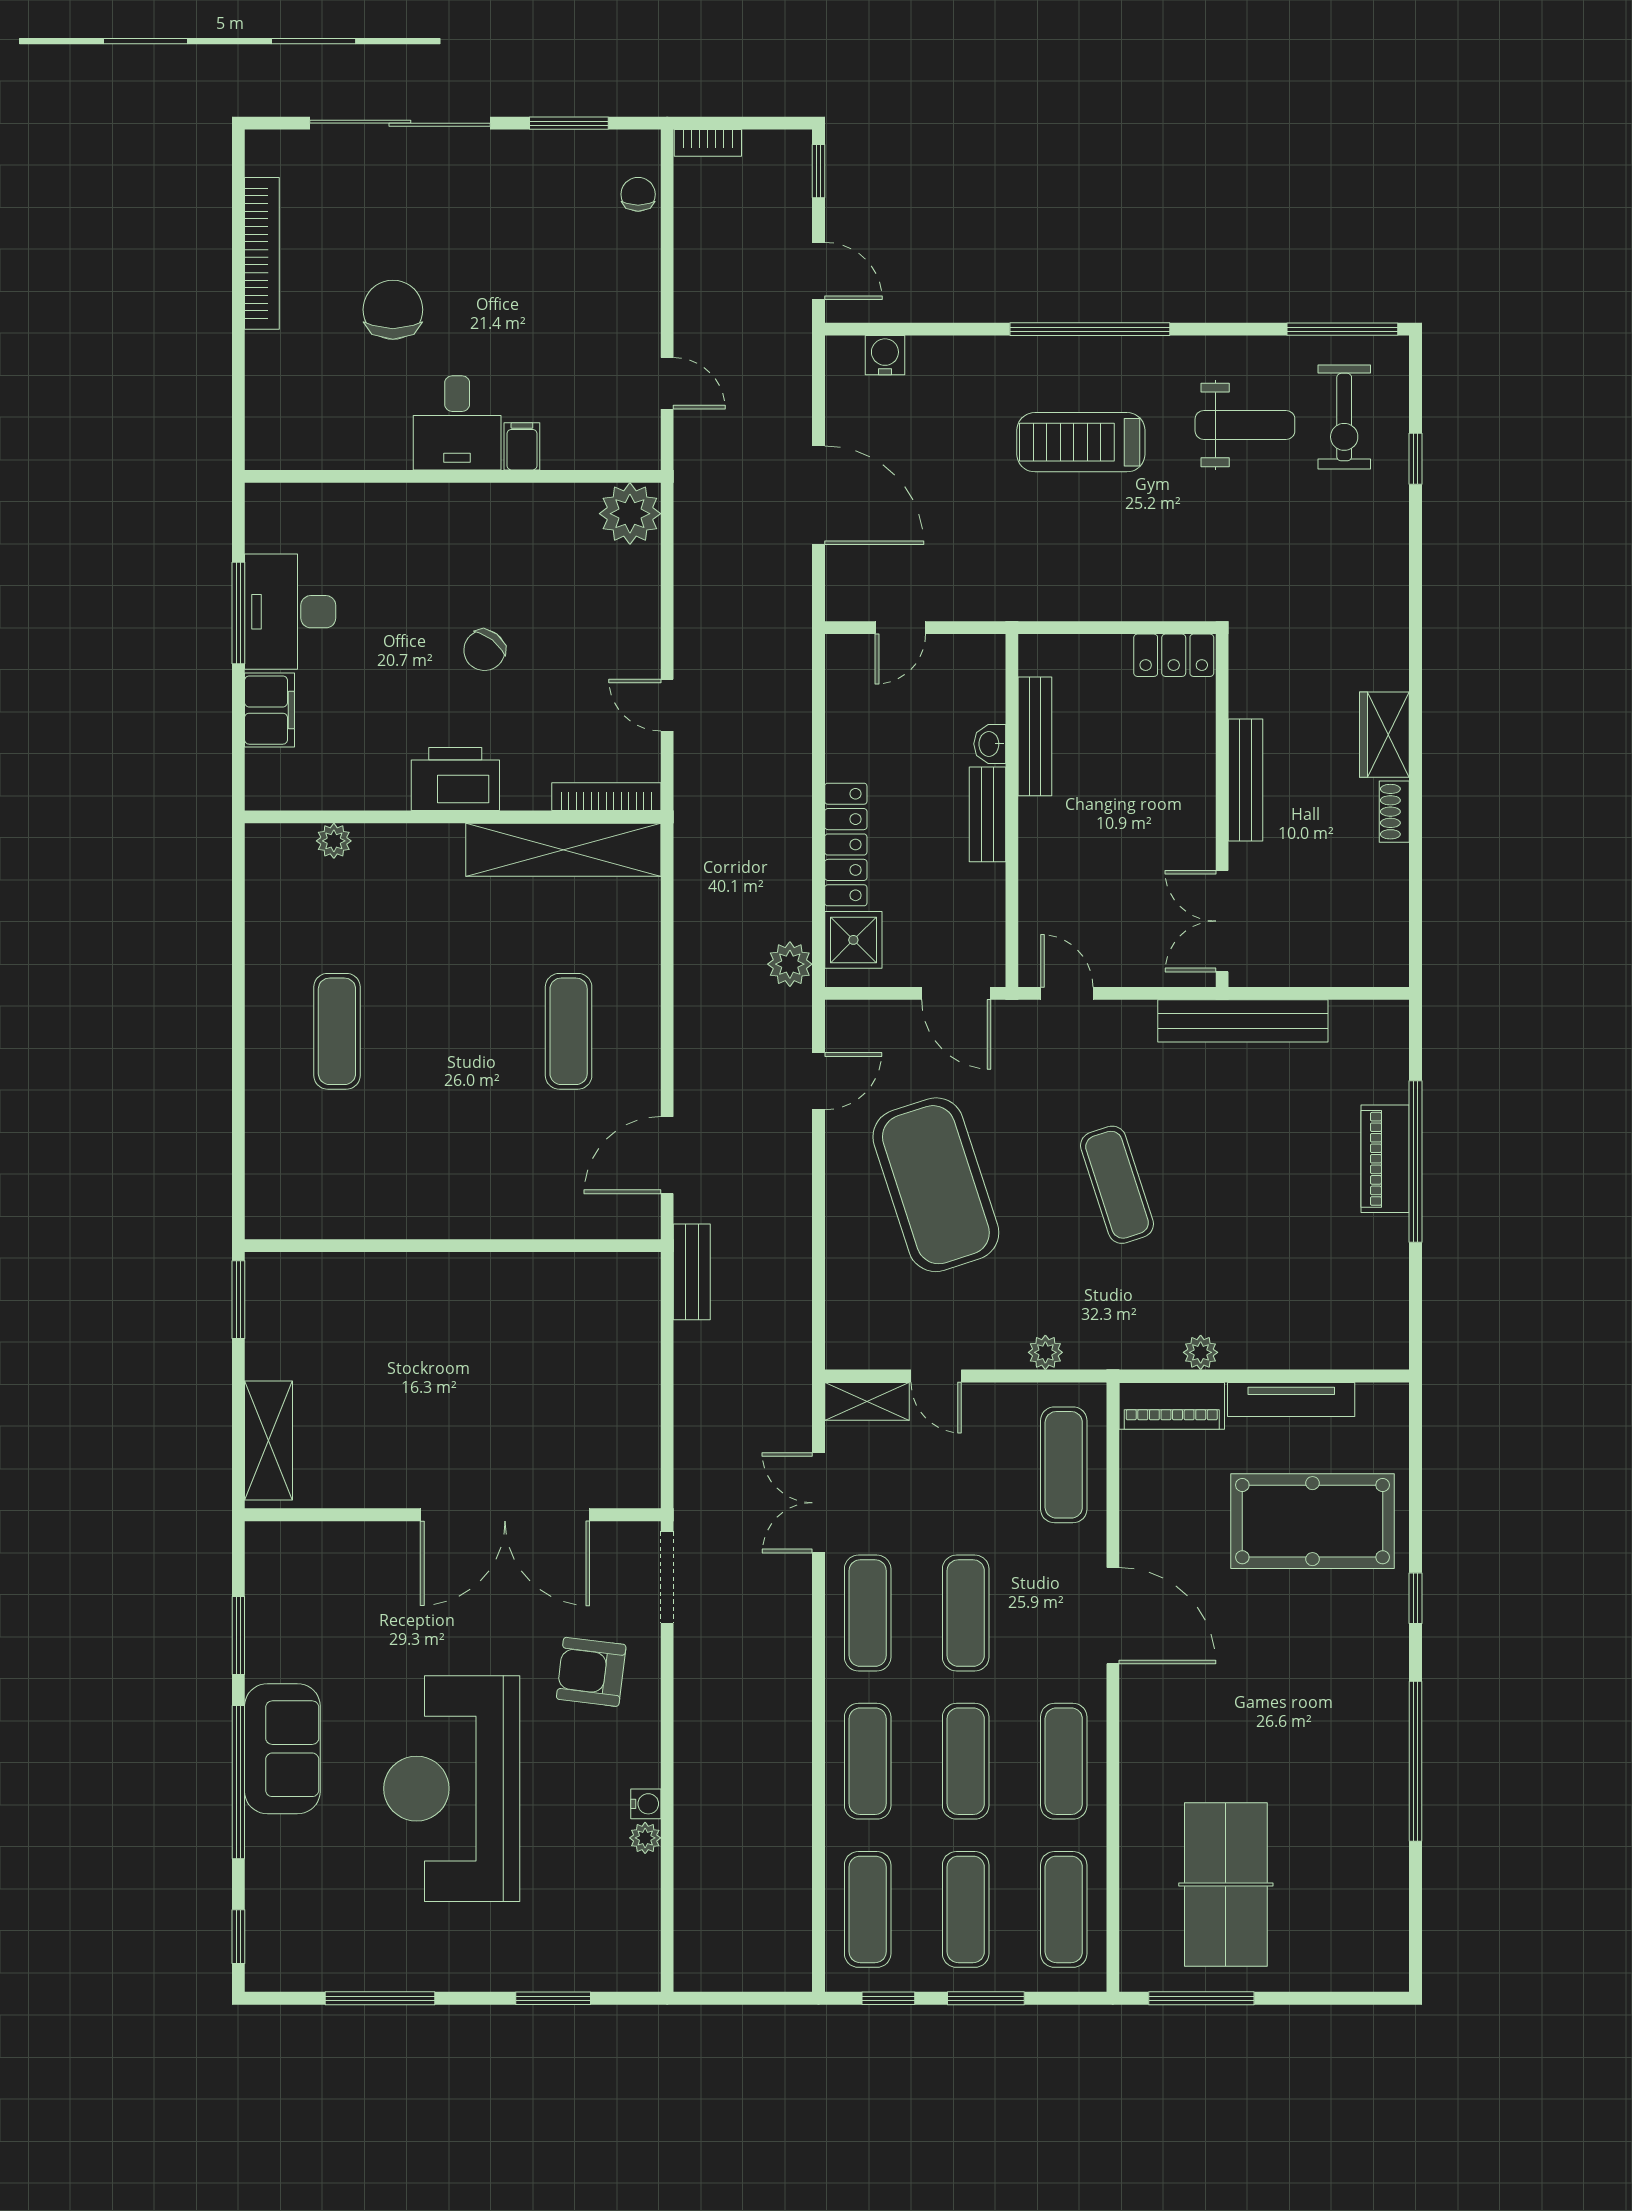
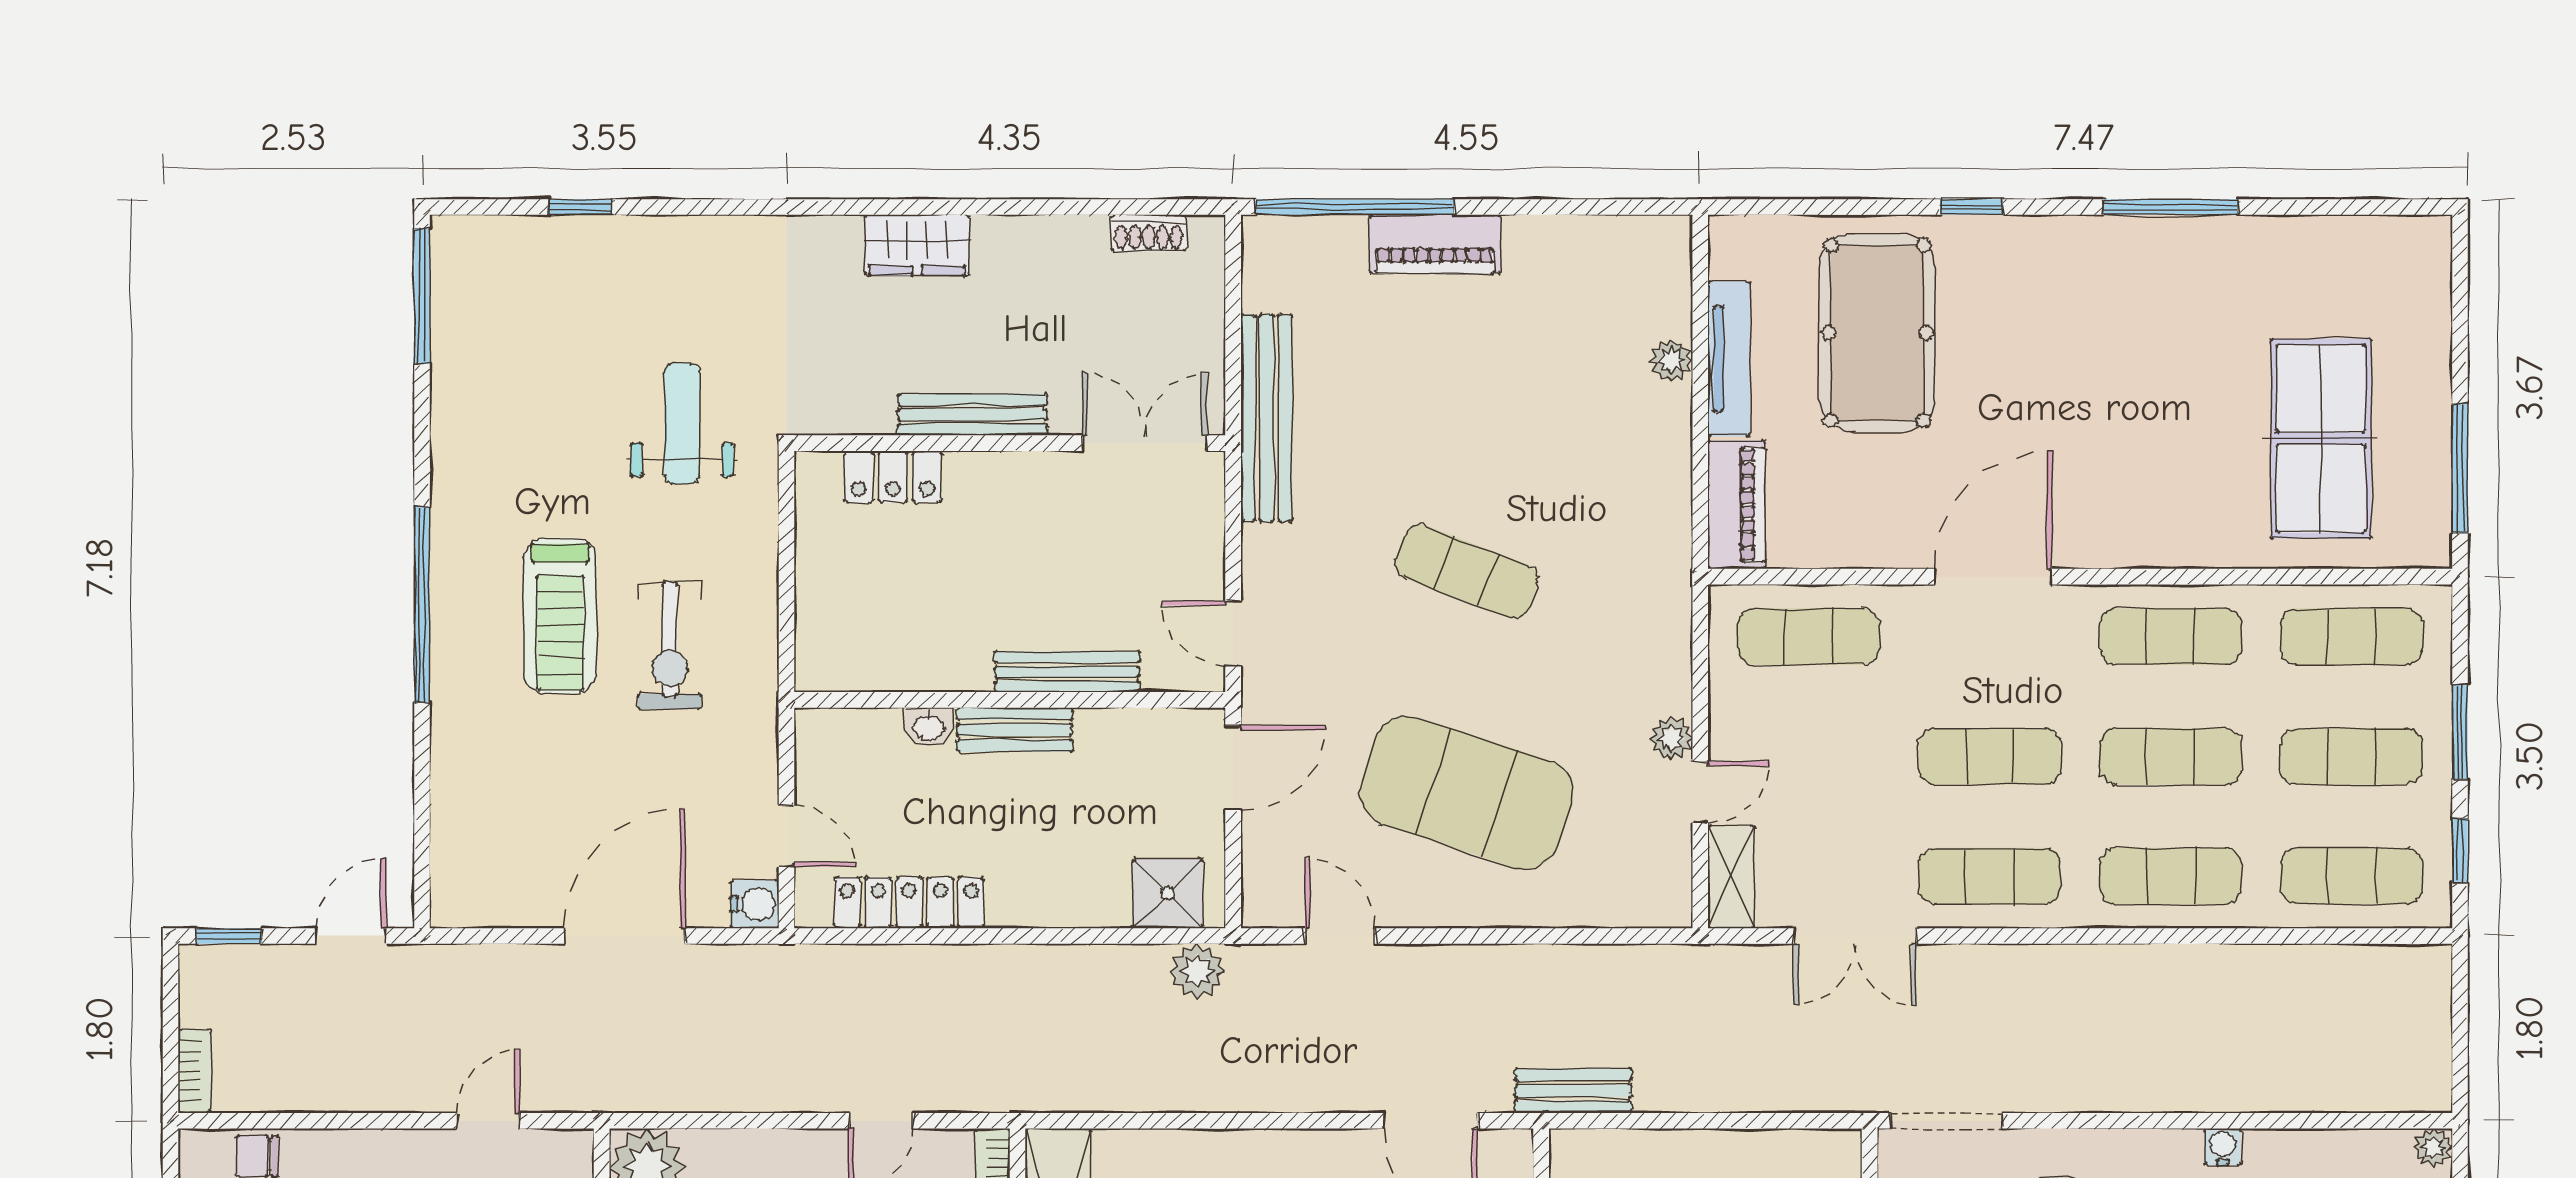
water cooler: (885, 355) -> (755, 904), moved, turned 180
exercise bike: (1344, 417) -> (670, 645), moved, turned 90
weight bench: (1245, 425) -> (682, 423), moved
locker: (1174, 655) -> (893, 477), moved, turned 90
bench: (1035, 736) -> (1067, 672), moved
shoe rack: (1394, 812) -> (1149, 233), moved
locker: (846, 845) -> (909, 903), moved
double door: (1222, 921) -> (1145, 443), swing flipped
door: (1067, 993) -> (1233, 633), hinge flipped
window: (1416, 1161) -> (1355, 207), moved
exercise mat: (936, 1185) -> (1467, 793), turned 36
exercise mat: (1117, 1185) -> (1467, 572), turned 39
plant: (1045, 1352) -> (1671, 738), moved
plant: (1201, 1352) -> (1671, 361), moved
window: (1416, 1761) -> (2171, 207), width x0.68
plant: (645, 1838) -> (2433, 1148), moved
table tennis table: (1226, 1884) -> (2321, 439), turned 90

